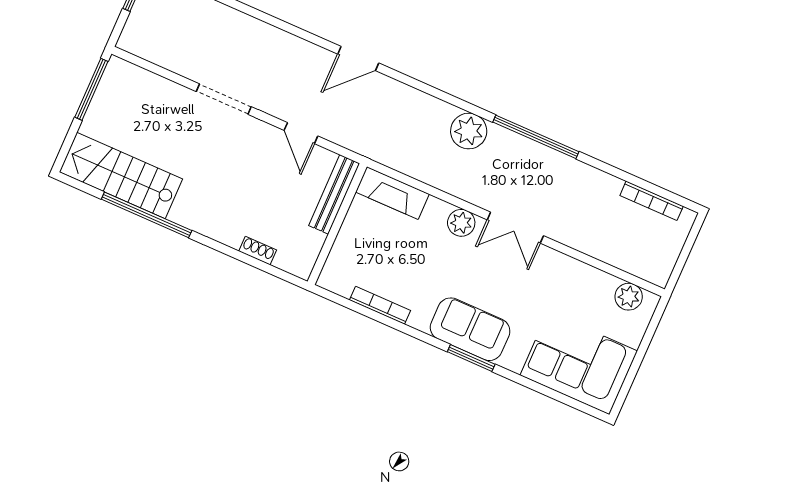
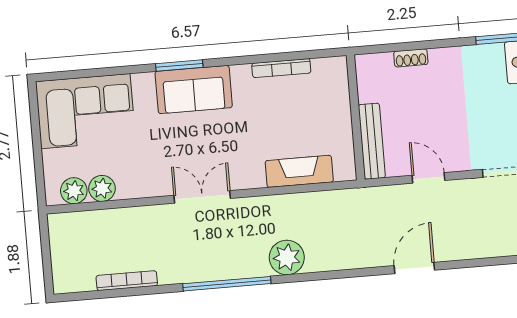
fireplace: (392, 193) -> (299, 171), moved
bookcase: (652, 201) -> (127, 281), moved
plant: (461, 223) -> (102, 188), moved

